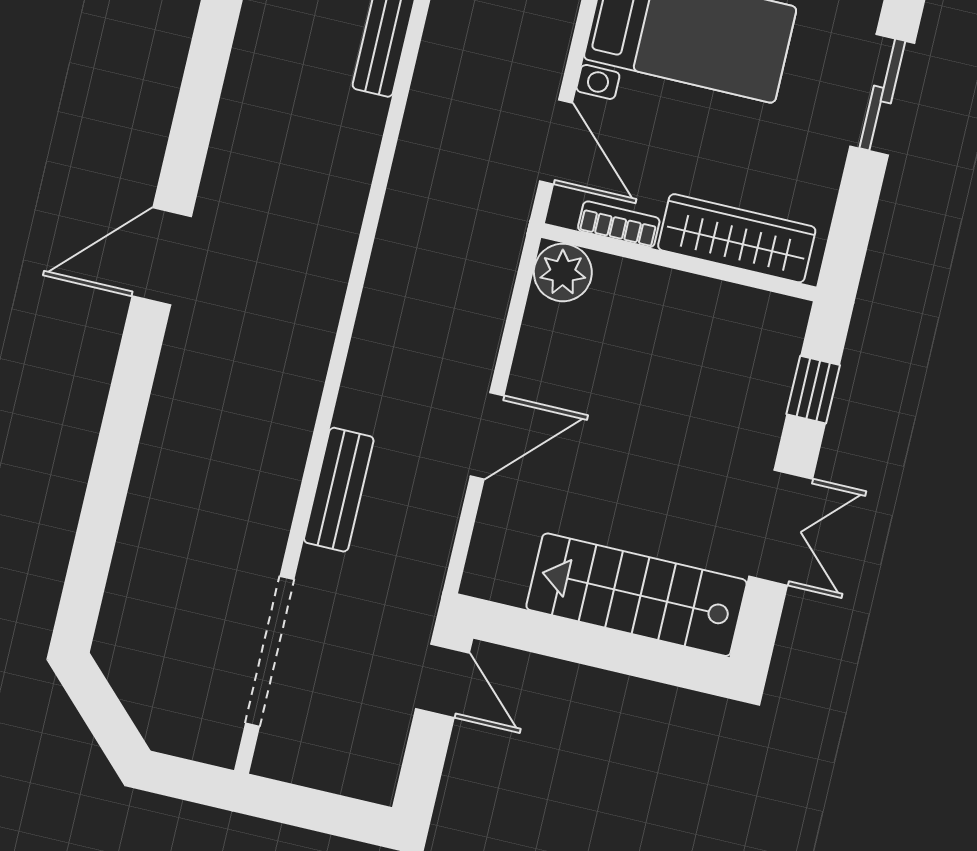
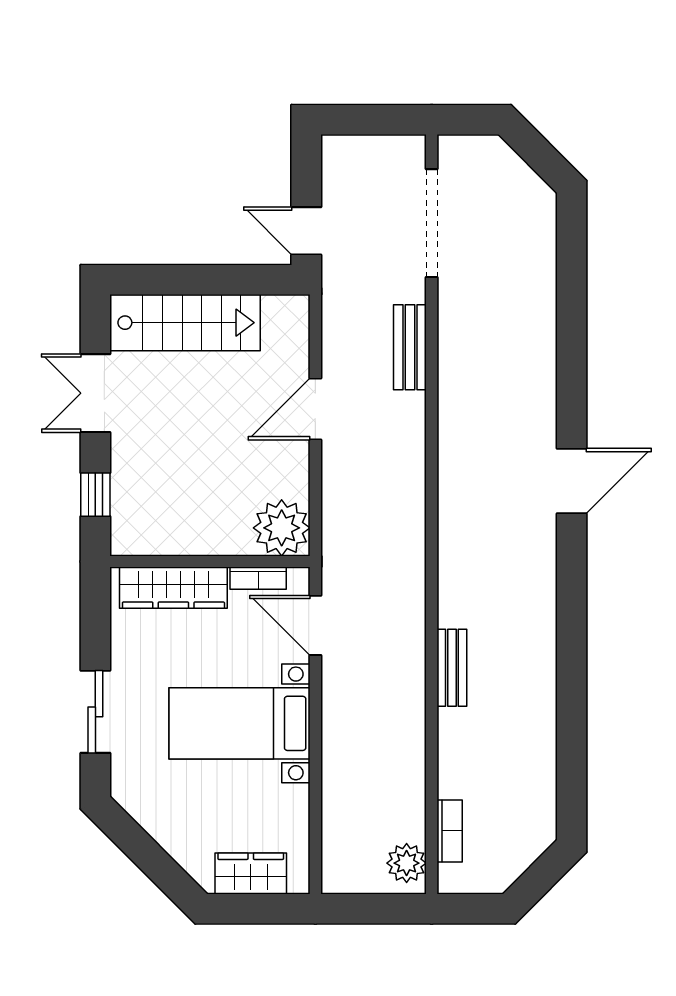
plant: (563, 272) -> (282, 528), width x1.36, depth x1.36

